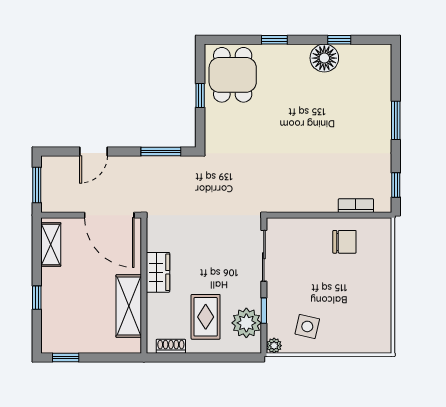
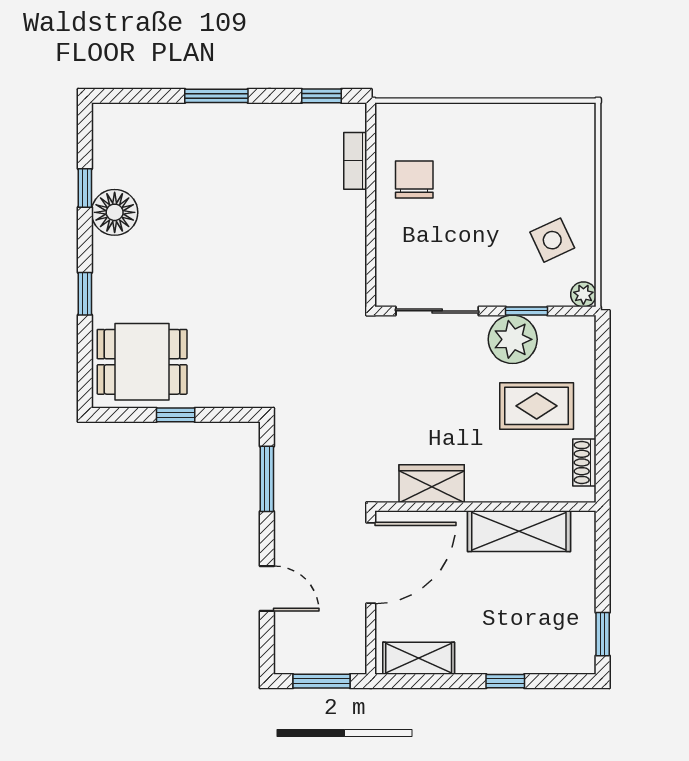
wardrobe: (158, 272) -> (432, 484), moved
plant: (246, 323) -> (513, 339), moved
side table: (307, 326) -> (552, 240), turned -38

